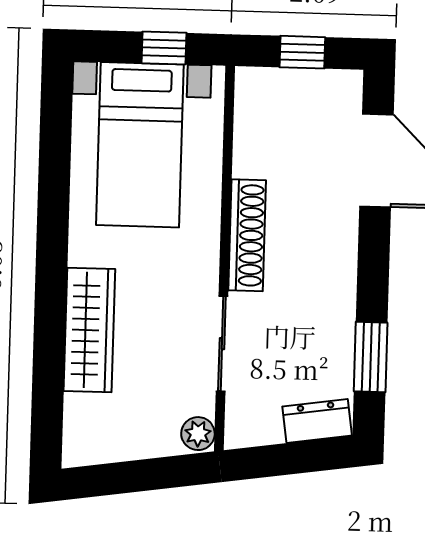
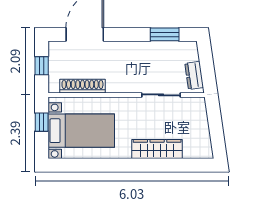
shoe rack: (247, 235) -> (82, 86), moved
dresser: (317, 421) -> (194, 75), moved
plant: (198, 434) -> (198, 104), removed

